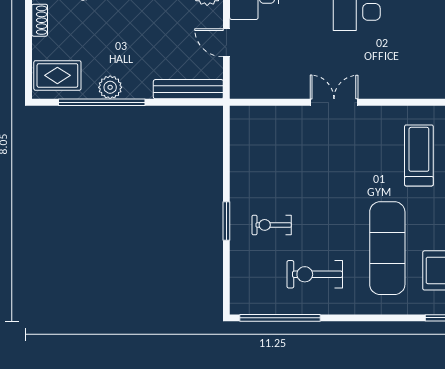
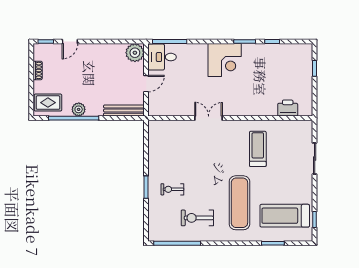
door: (226, 43) -> (146, 84), swing flipped

